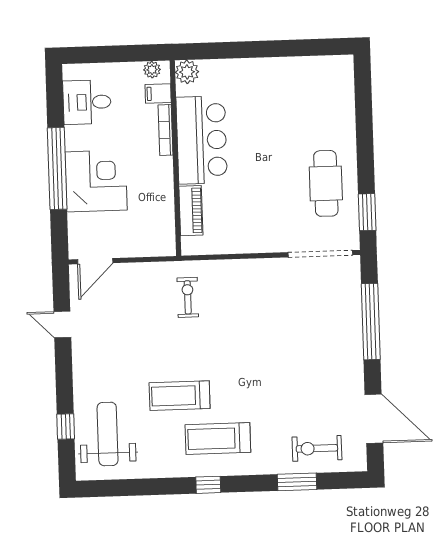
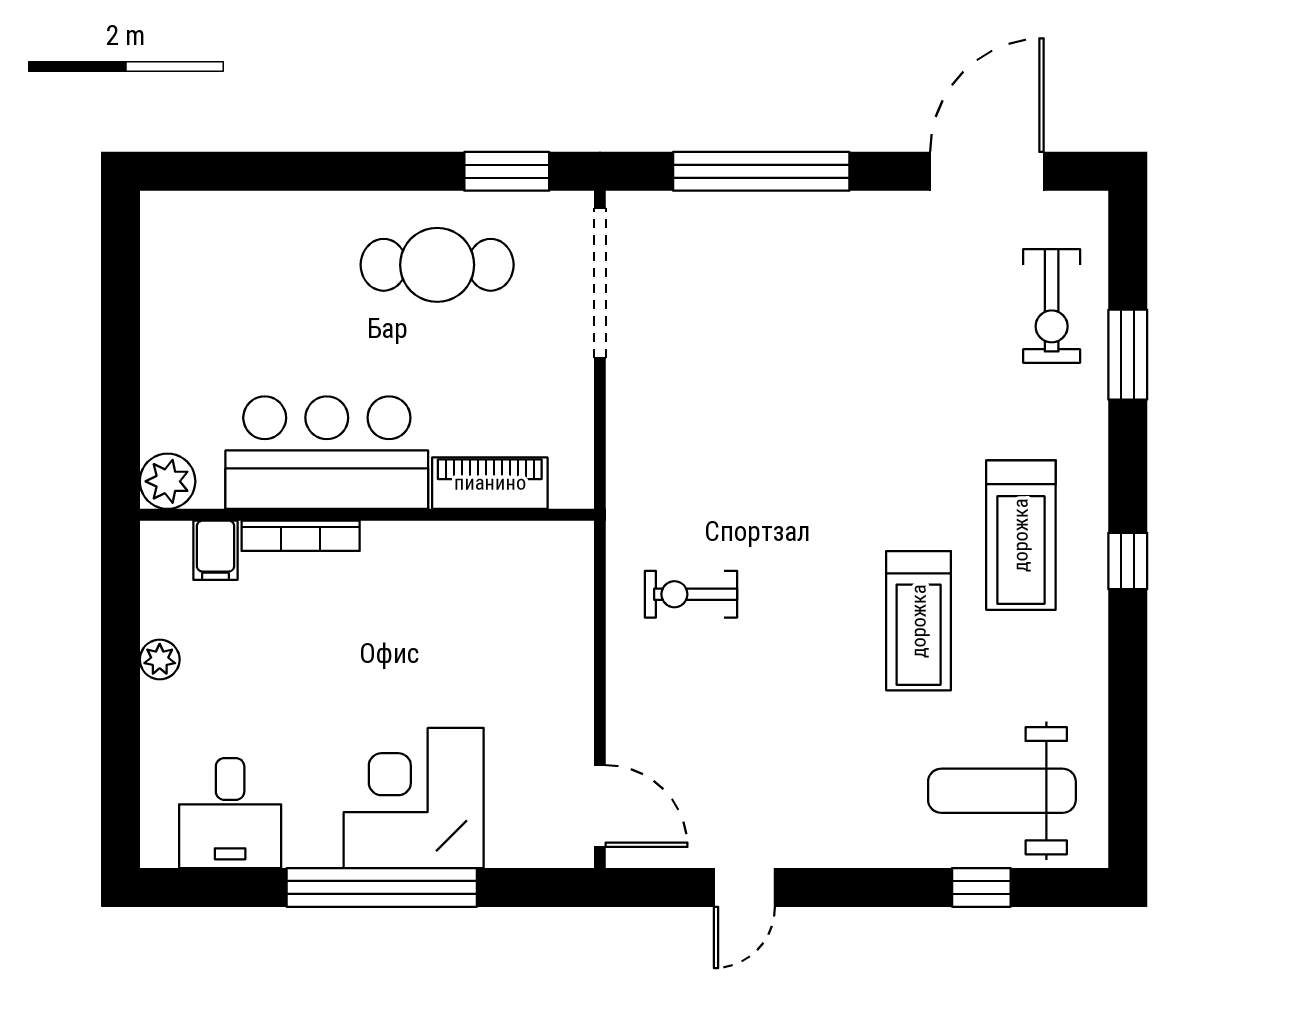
plant: (187, 72) -> (168, 481), moved
filing cabinet: (158, 94) -> (216, 550), moved
bookcase: (166, 130) -> (301, 536), moved
bar counter: (202, 140) -> (327, 453), moved
wall: (175, 158) -> (367, 515), moved
piano: (191, 211) -> (490, 483), moved

